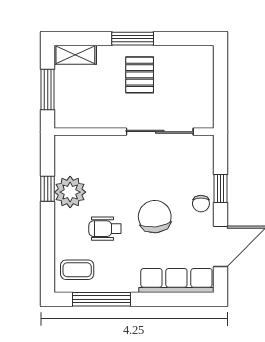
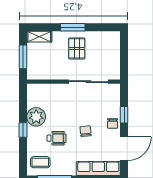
window: (48, 189) -> (23, 130), moved
chair: (155, 217) -> (86, 131), width x0.54, depth x0.54
wheelchair: (105, 229) -> (57, 138), turned 180

